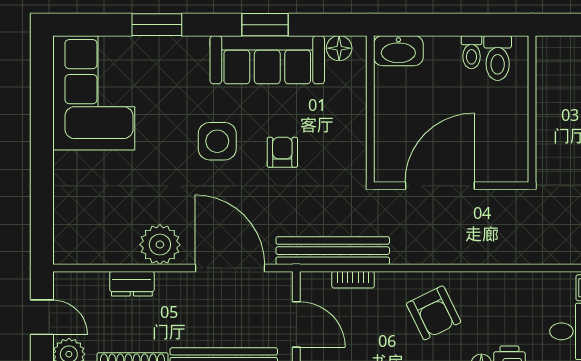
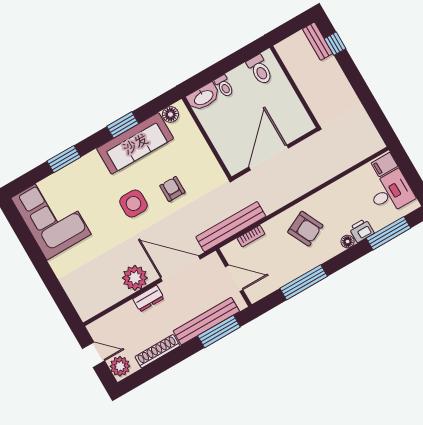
toilet: (472, 52) -> (224, 86), moved
dresser: (132, 284) -> (148, 298), moved

